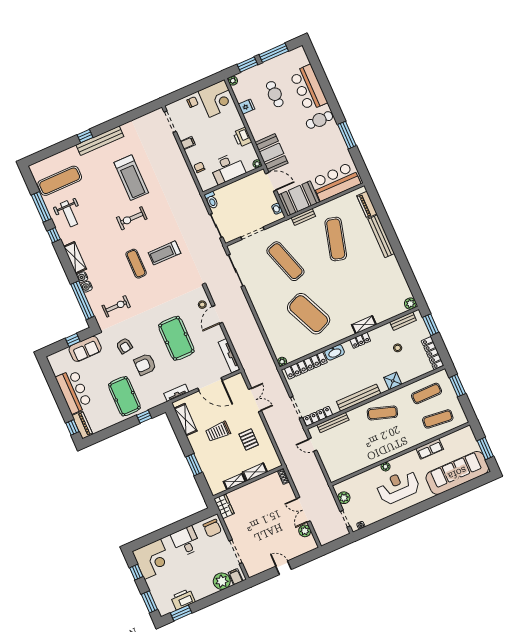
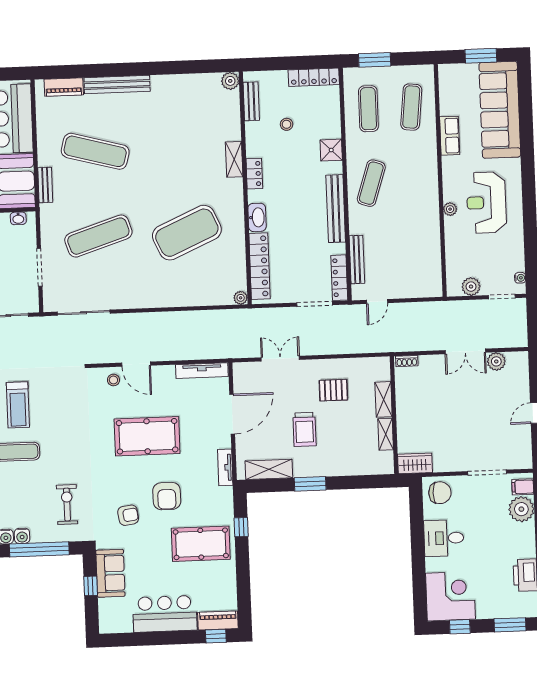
window: (431, 325) -> (272, 64), removed
window: (194, 465) -> (310, 484), moved

